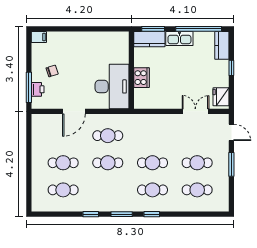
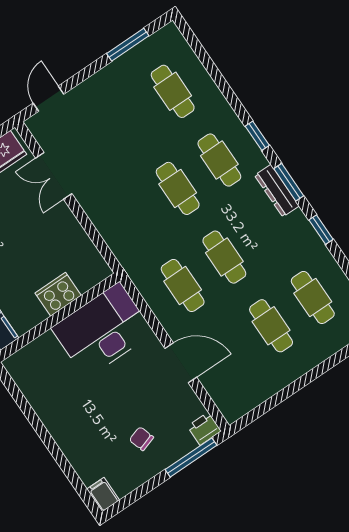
printer: (38, 89) -> (204, 429), moved
cafe table: (197, 163) -> (131, 120), removed
window: (231, 164) -> (128, 45), moved
dresser: (122, 206) -> (277, 191), added

